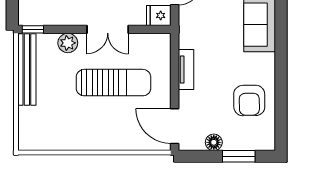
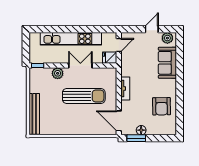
double door: (108, 29) -> (80, 66), swing flipped
bench: (27, 70) -> (34, 114), moved
window: (239, 156) -> (136, 138), moved

